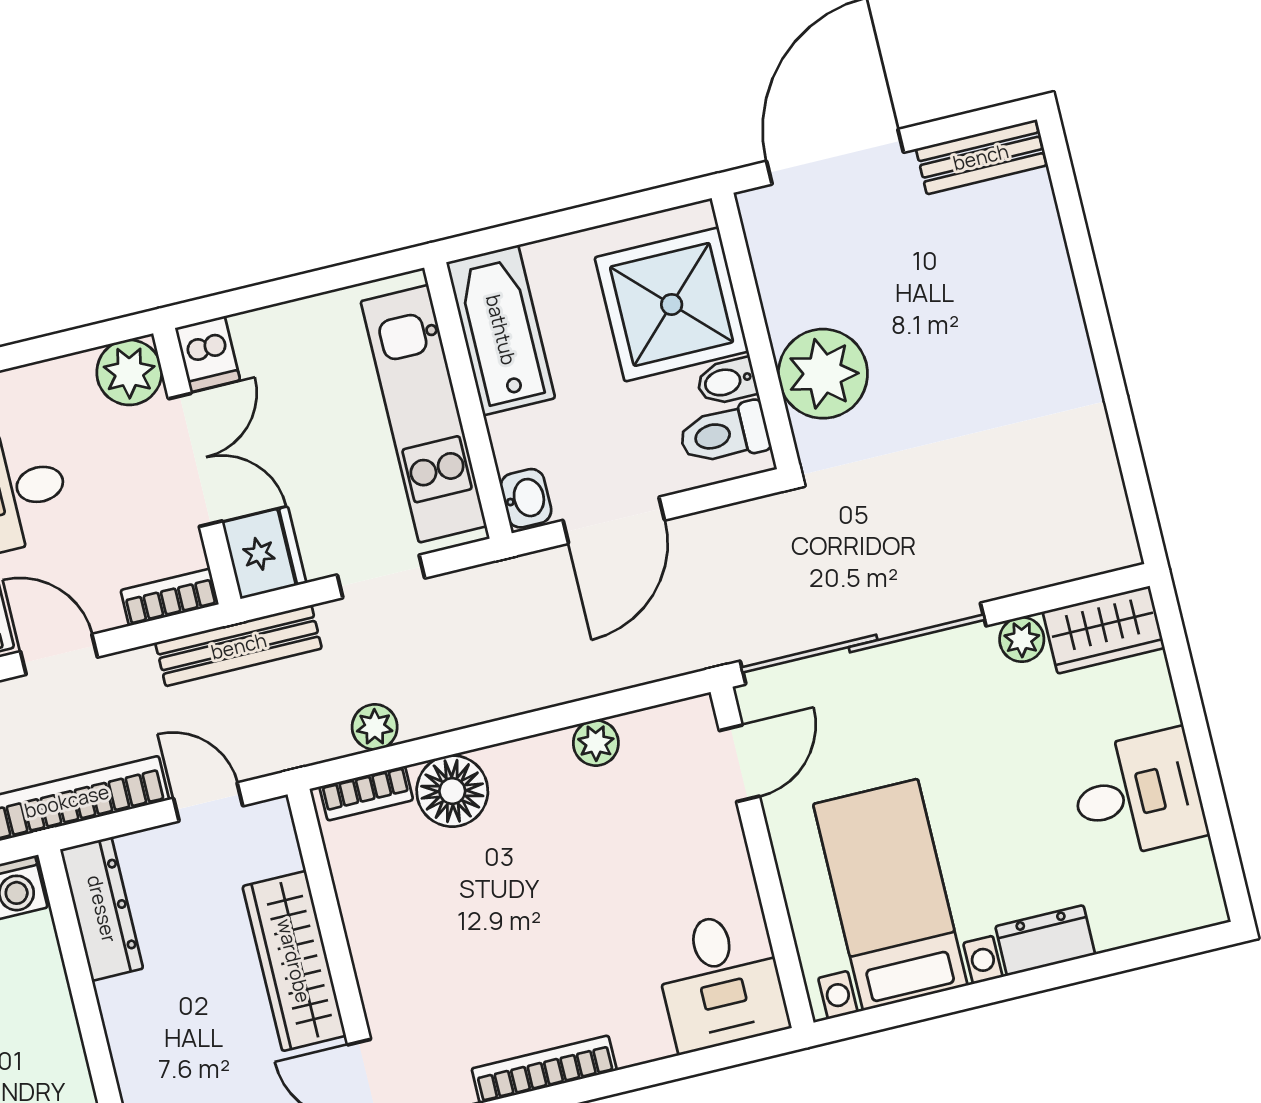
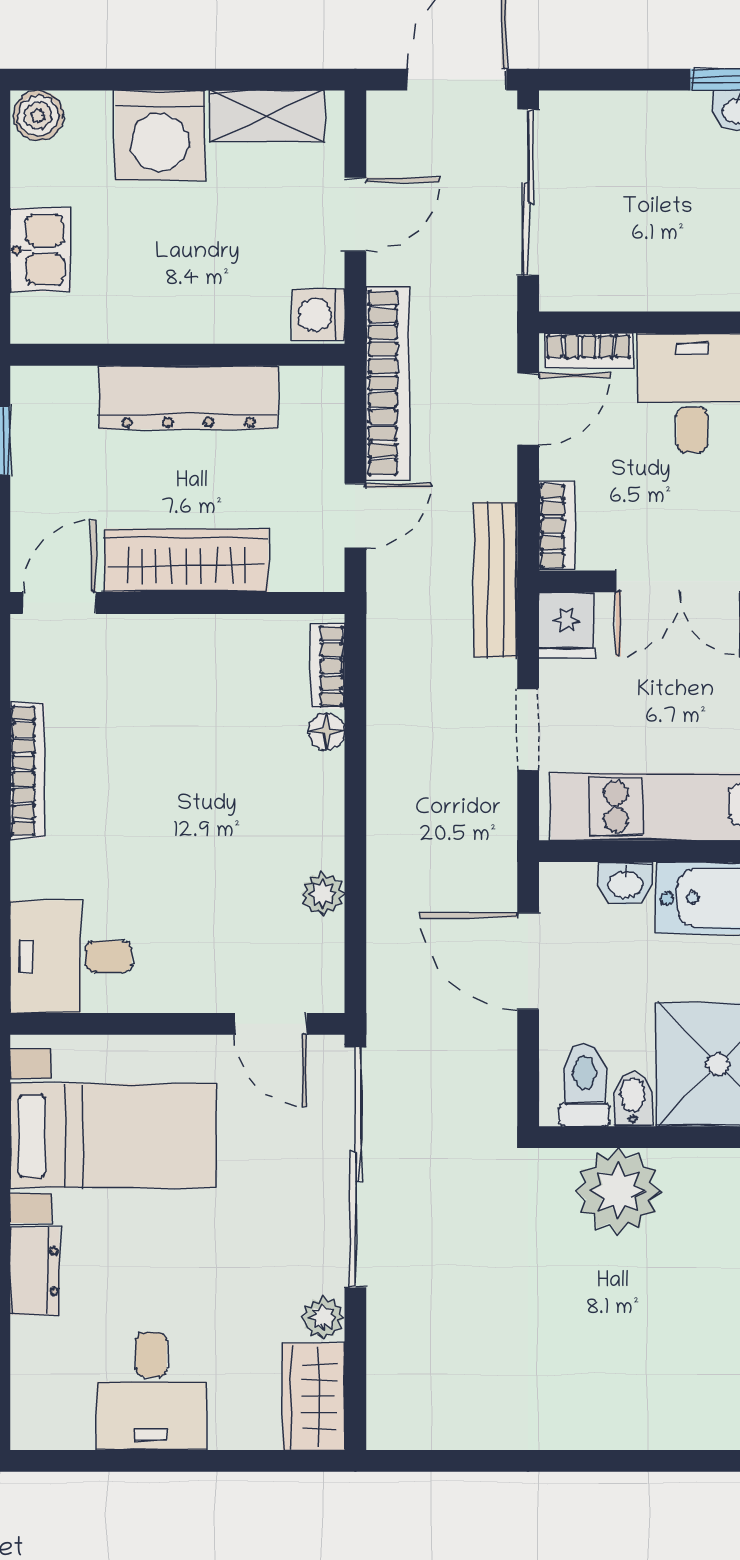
washbasin: (526, 498) -> (625, 883), moved
fridge: (264, 553) -> (566, 625), width x0.72
plant: (375, 727) -> (388, 689), removed
floor lamp: (452, 791) -> (326, 731), width x0.53, depth x0.53
dresser: (102, 909) -> (188, 397), moved, width x1.37, depth x1.24

